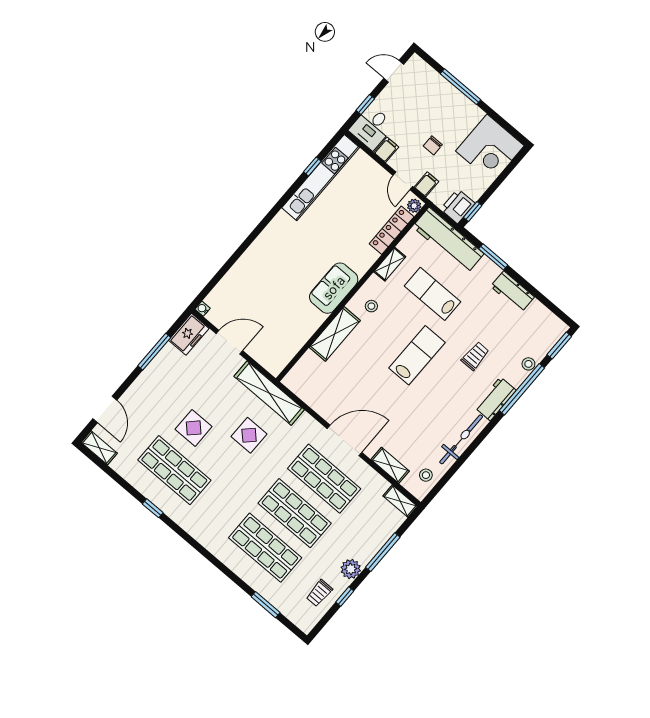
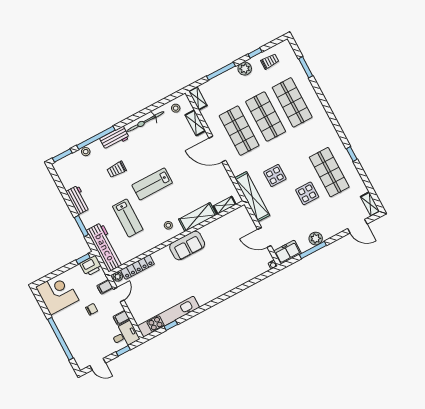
window: (460, 87) -> (60, 339), width x1.46
shelving: (390, 264) -> (225, 205), moved
plant: (157, 369) -> (316, 239), added
door: (105, 409) -> (357, 226), swing flipped

